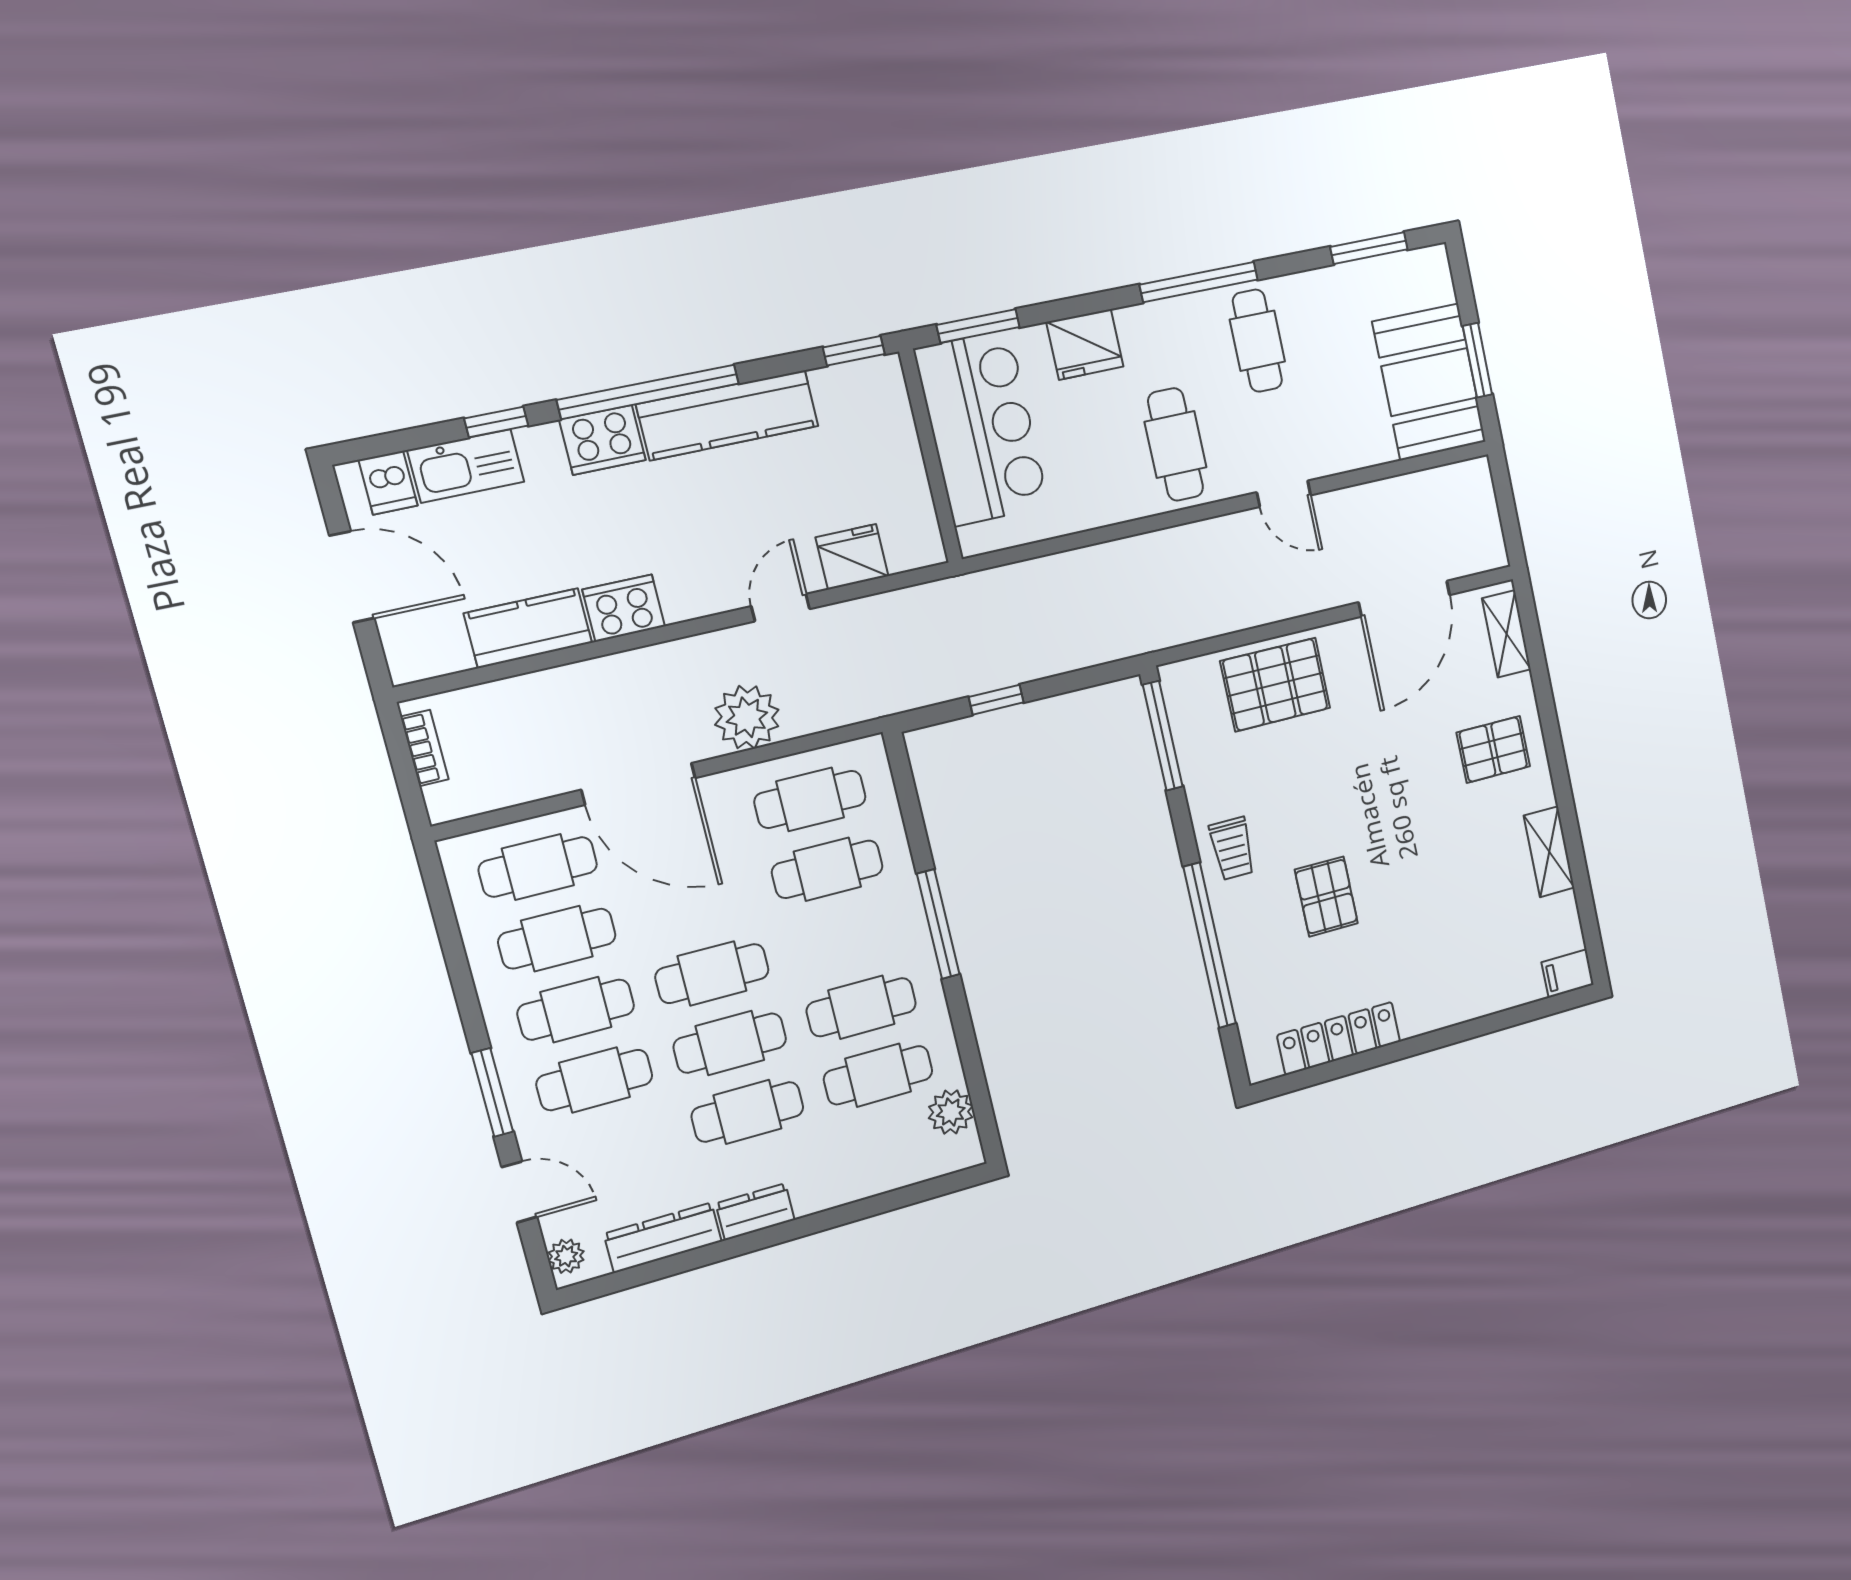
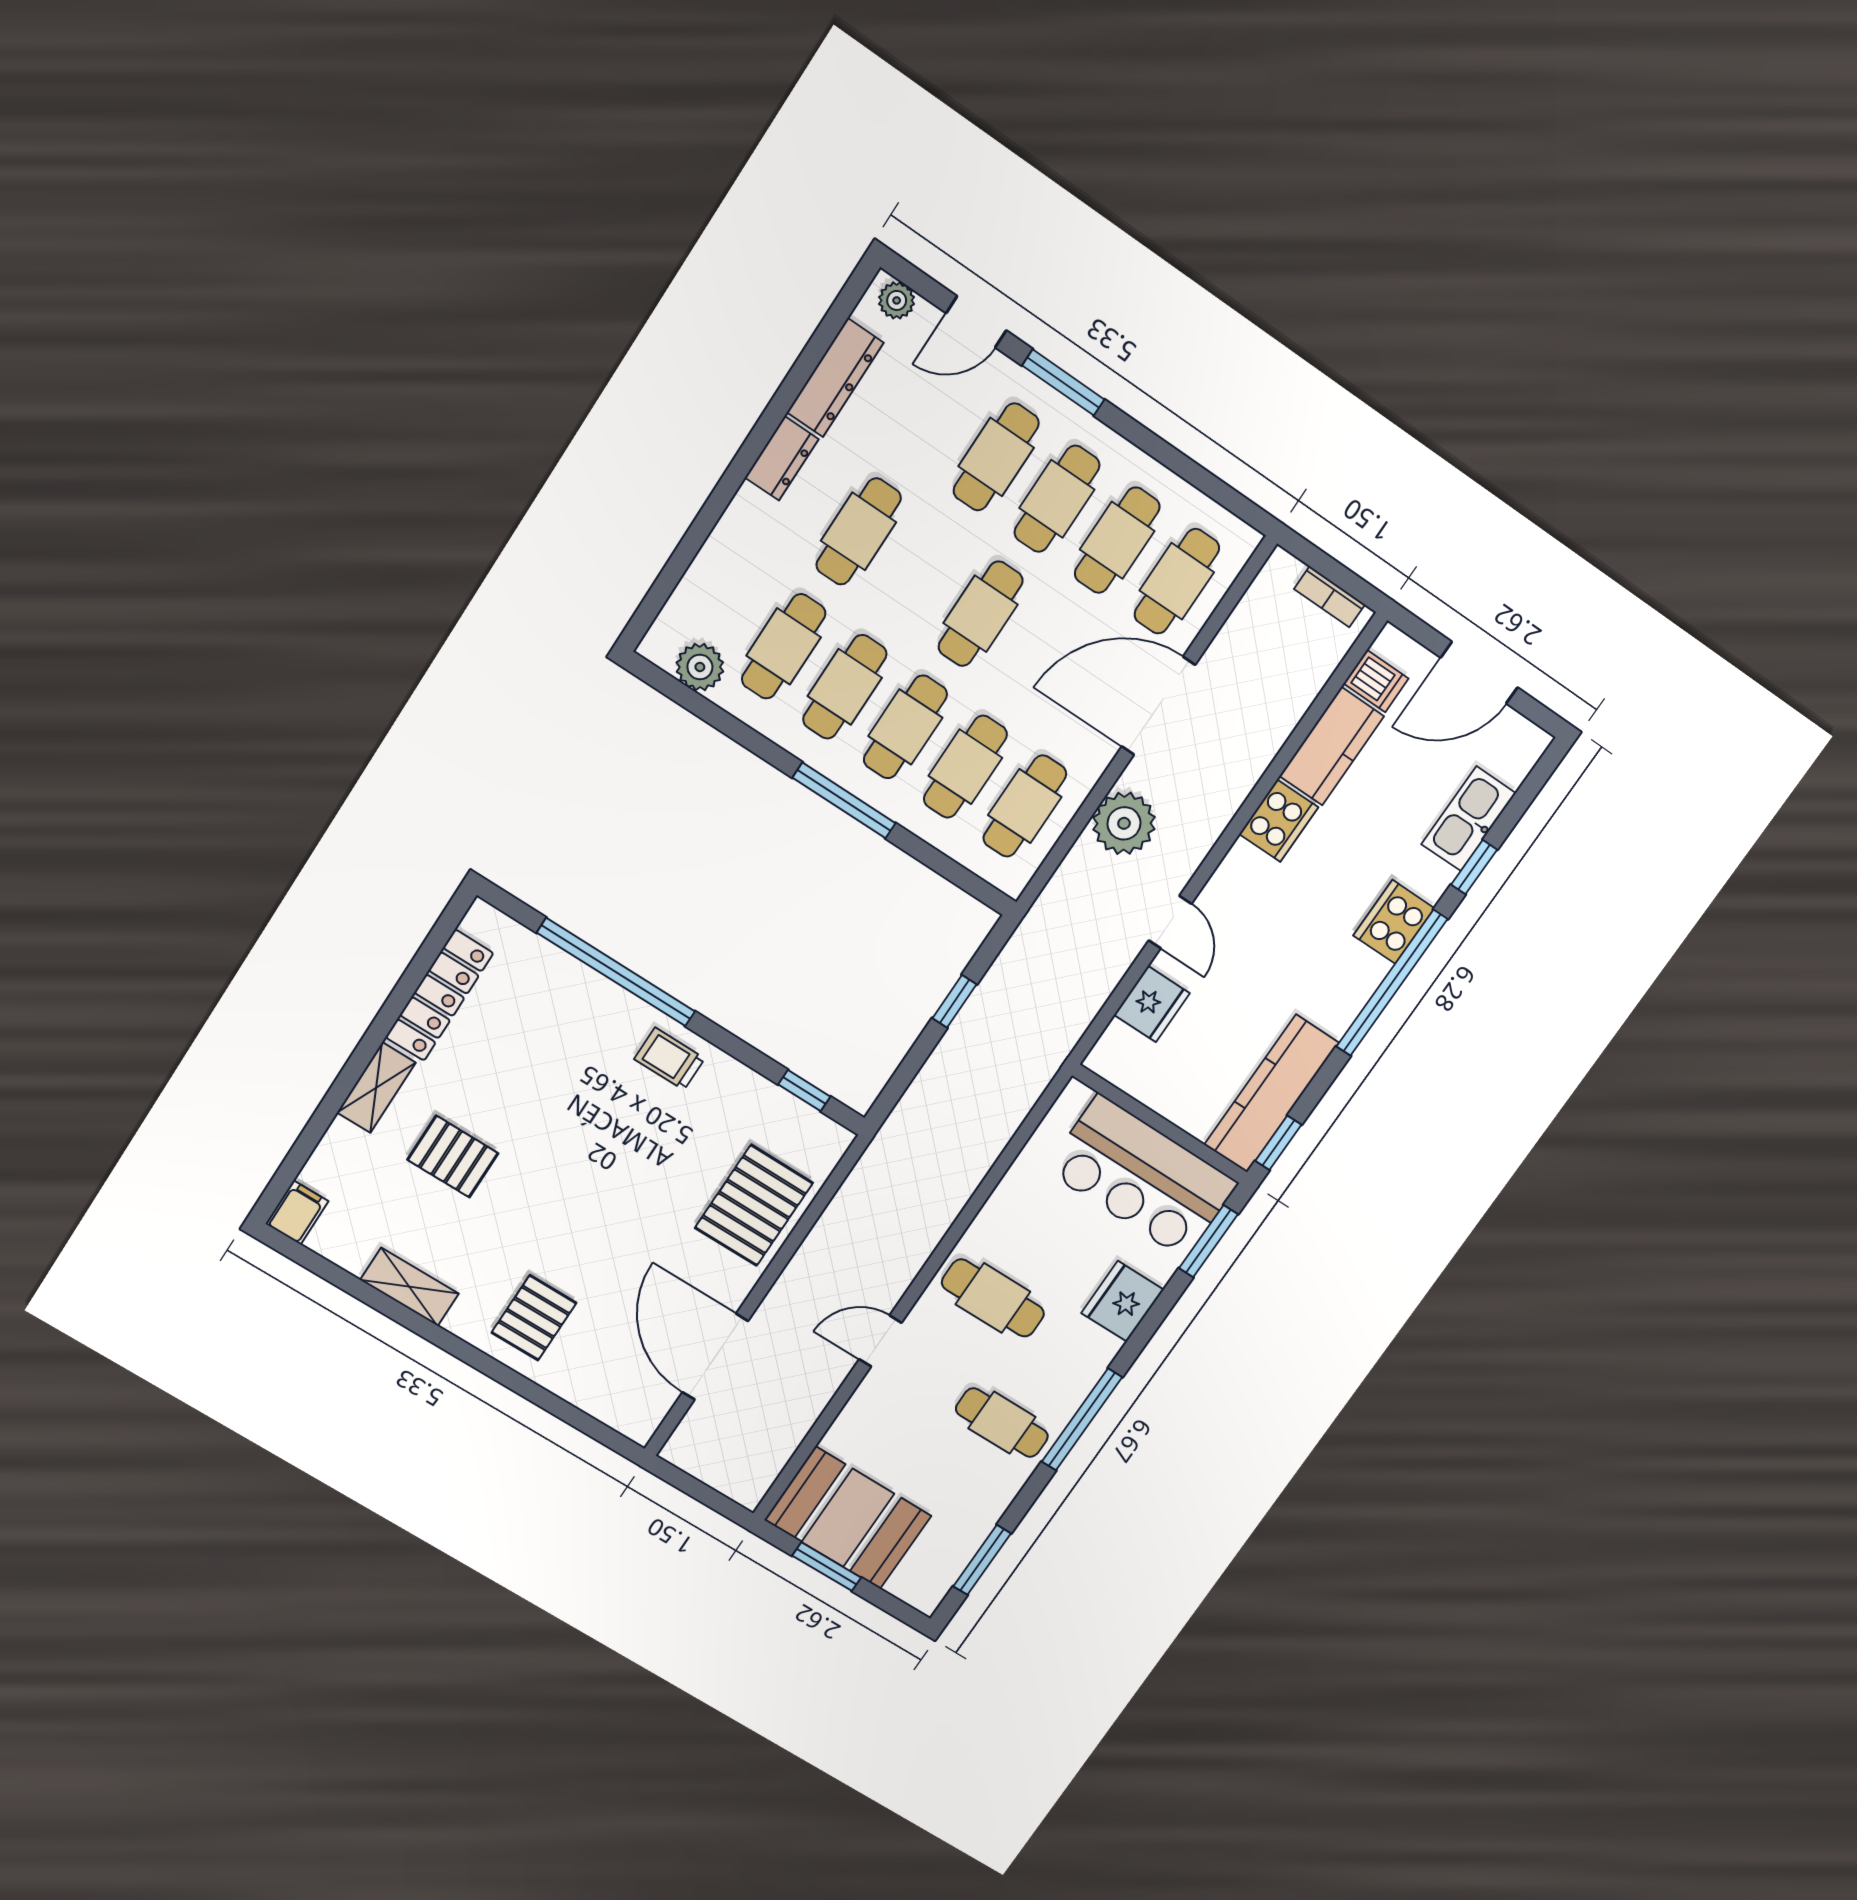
kitchen counter: (728, 415) -> (1271, 1094), moved
dishwasher: (388, 483) -> (1376, 681), moved, turned 180
shelving: (1506, 634) -> (376, 1088), moved, turned 90
window: (1163, 736) -> (804, 1091), width x0.46
pallet: (1326, 897) -> (453, 1156), moved
cafe table: (730, 1043) -> (905, 727), moved

